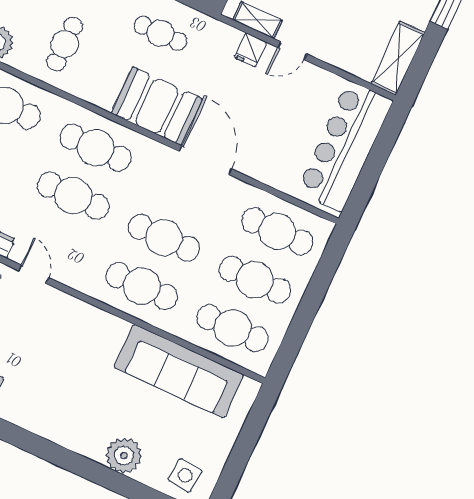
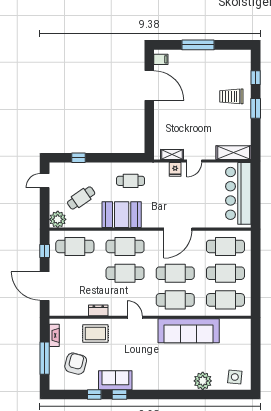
cafe table: (65, 44) -> (81, 198), moved, turned 55
shelving: (398, 58) -> (234, 153), moved, turned 90
booth: (157, 106) -> (122, 215), moved
door: (206, 160) -> (178, 229), swing flipped
door: (34, 274) -> (135, 317), moved
sofa: (179, 371) -> (189, 331), moved

